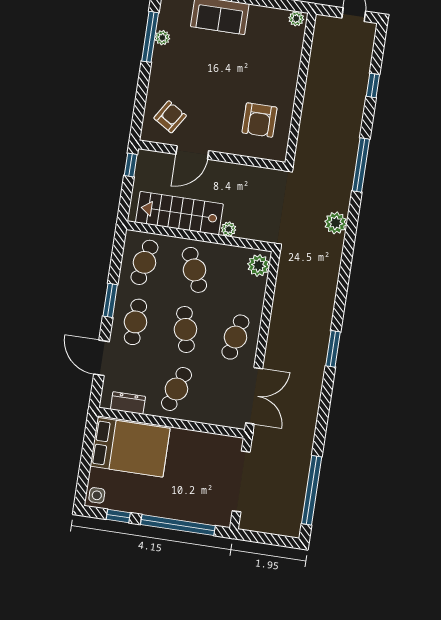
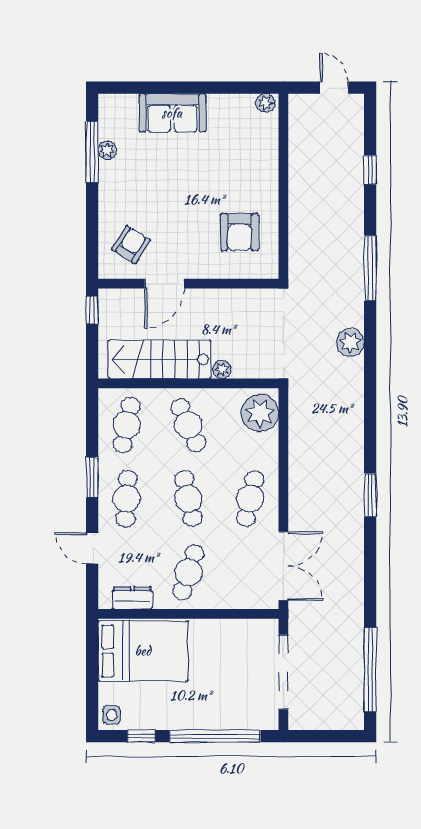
plant: (259, 265) -> (260, 413), width x1.36, depth x1.36
door: (101, 358) -> (92, 548), width x0.73

